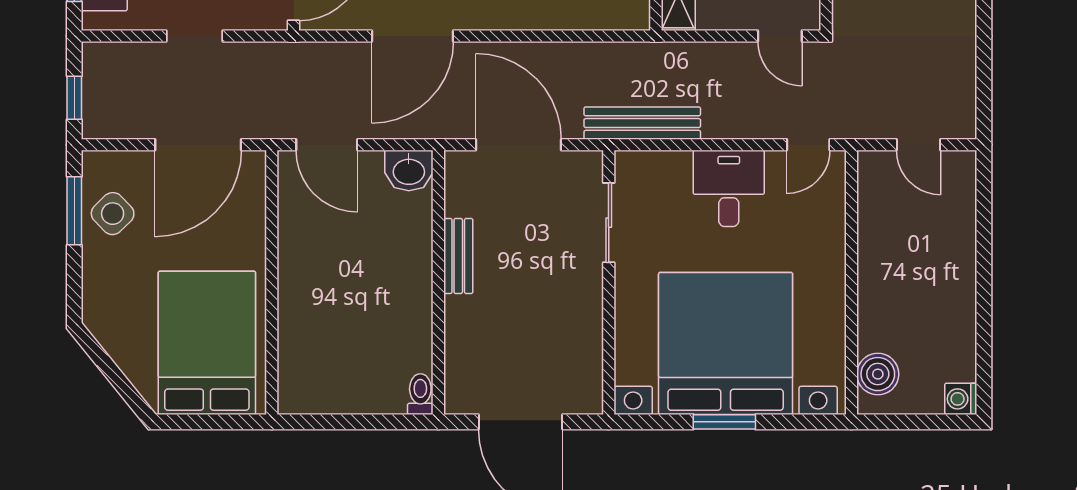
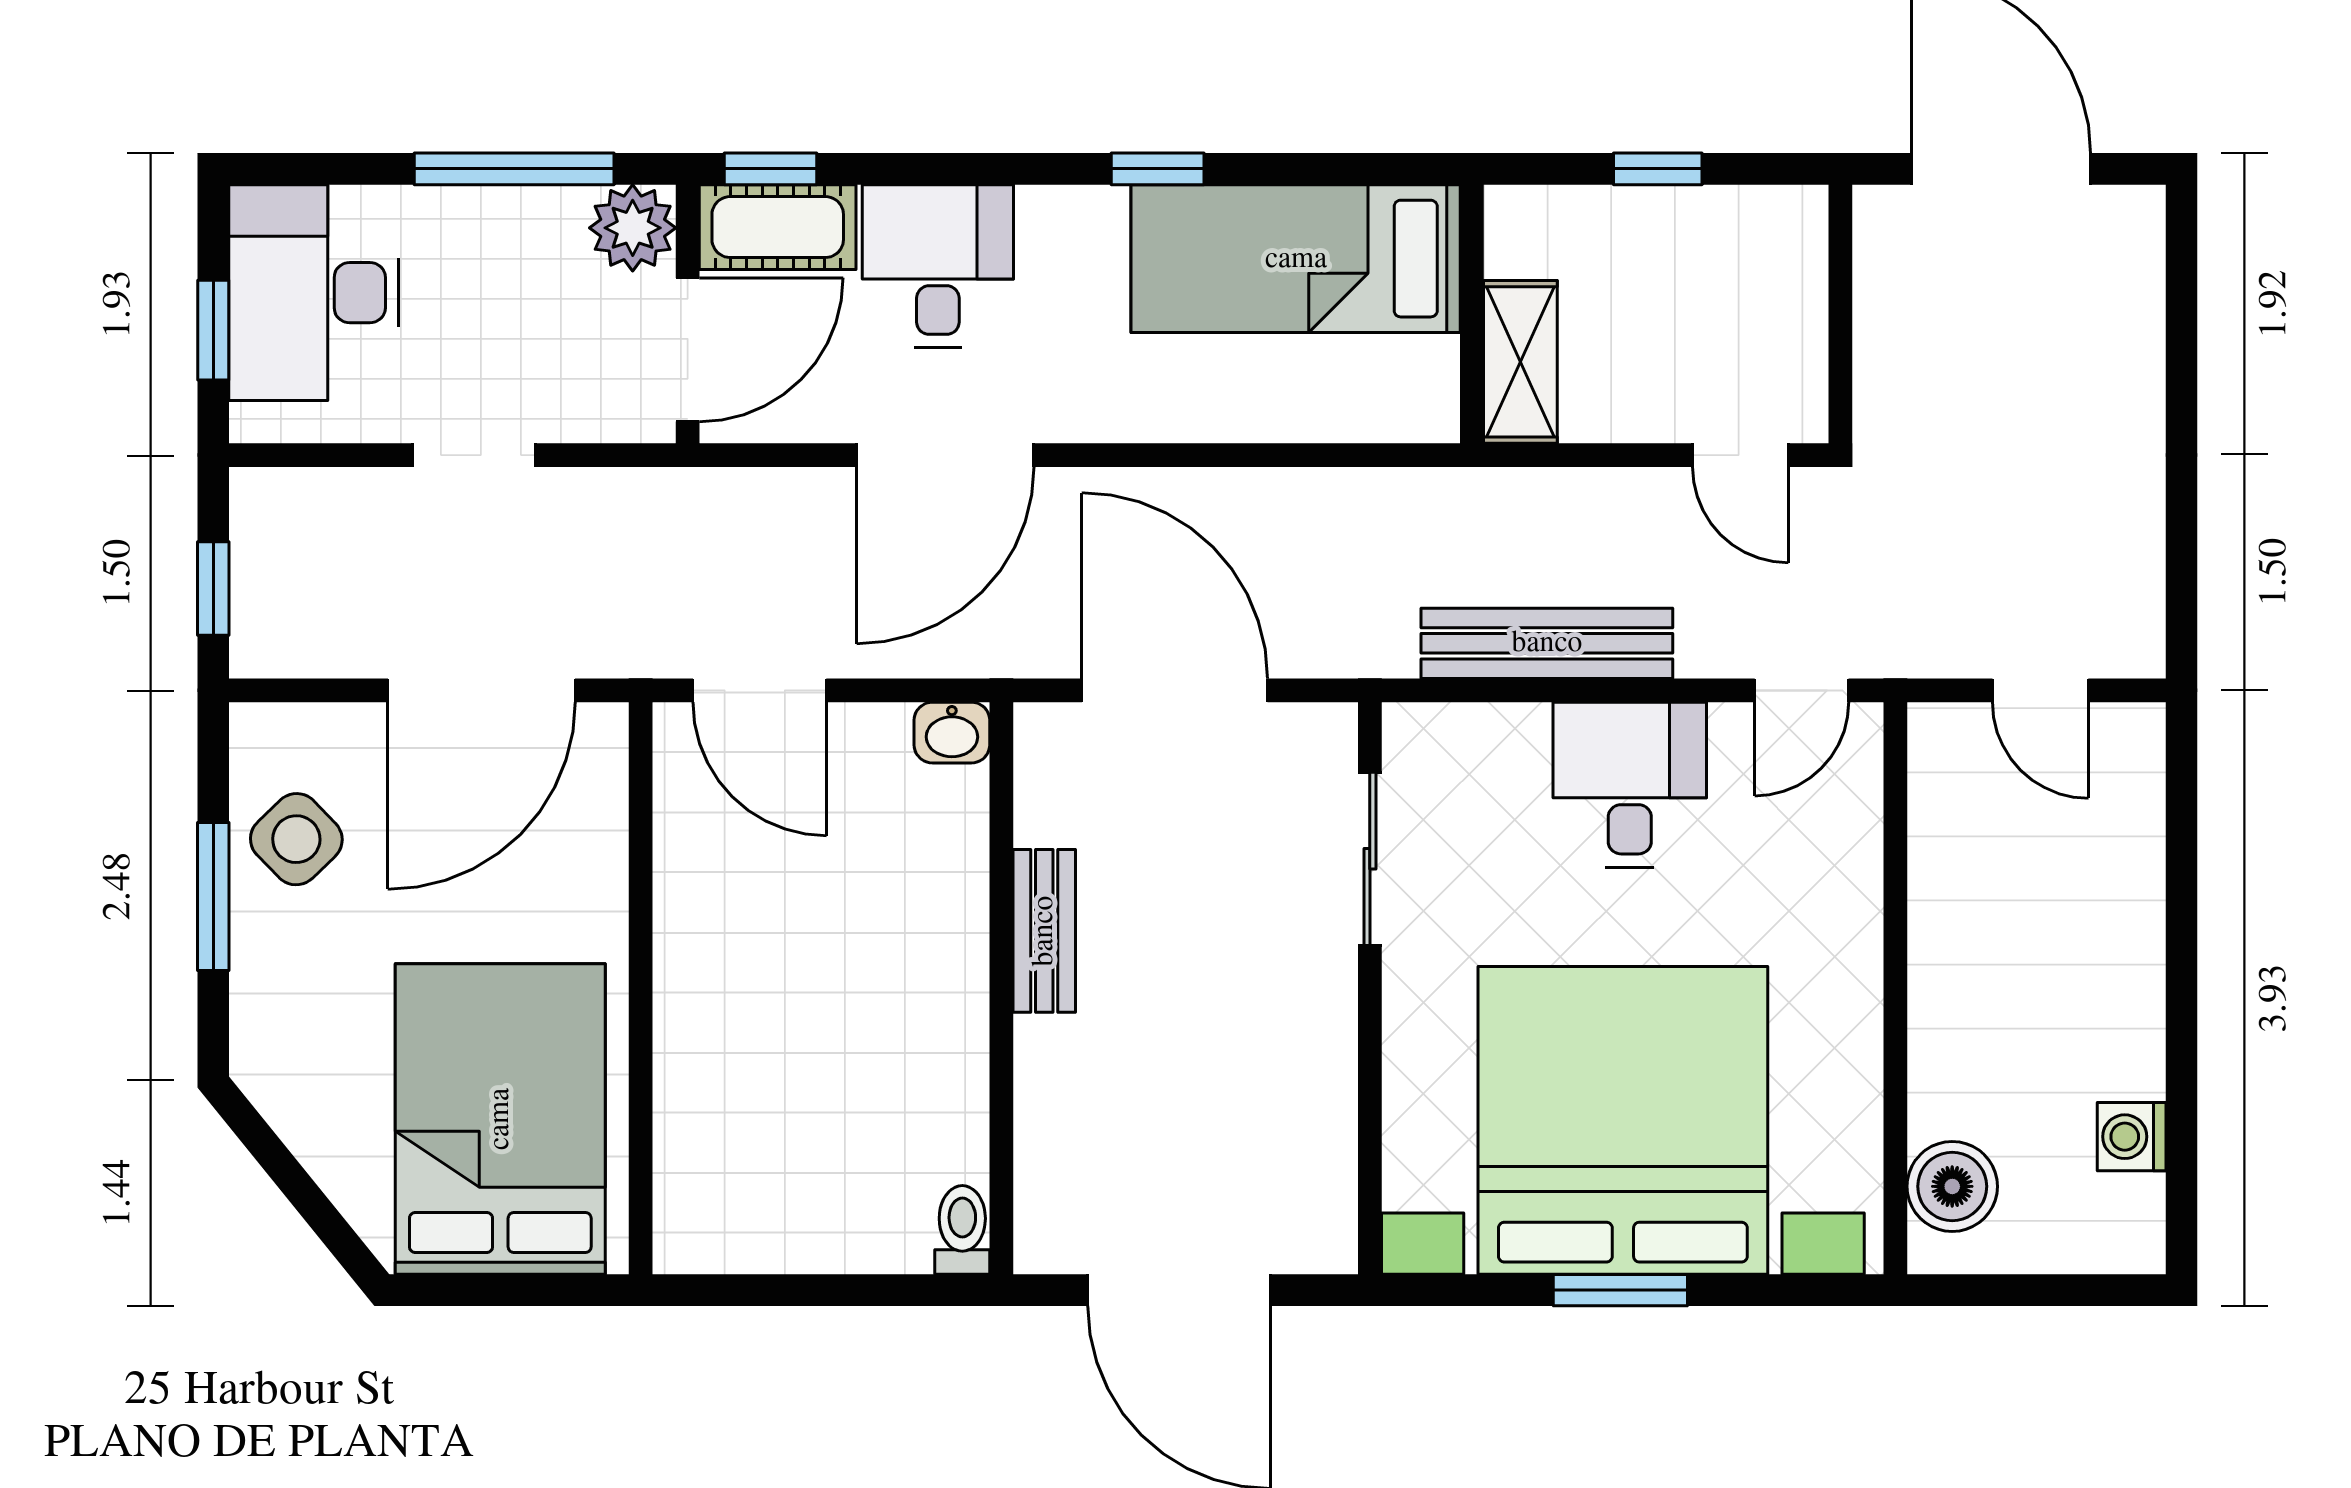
bench: (642, 123) -> (1547, 643), moved
washbasin: (409, 171) -> (952, 733), width x0.72, depth x0.69
window: (74, 211) -> (213, 896), moved
washing machine: (961, 399) -> (2132, 1137), moved

